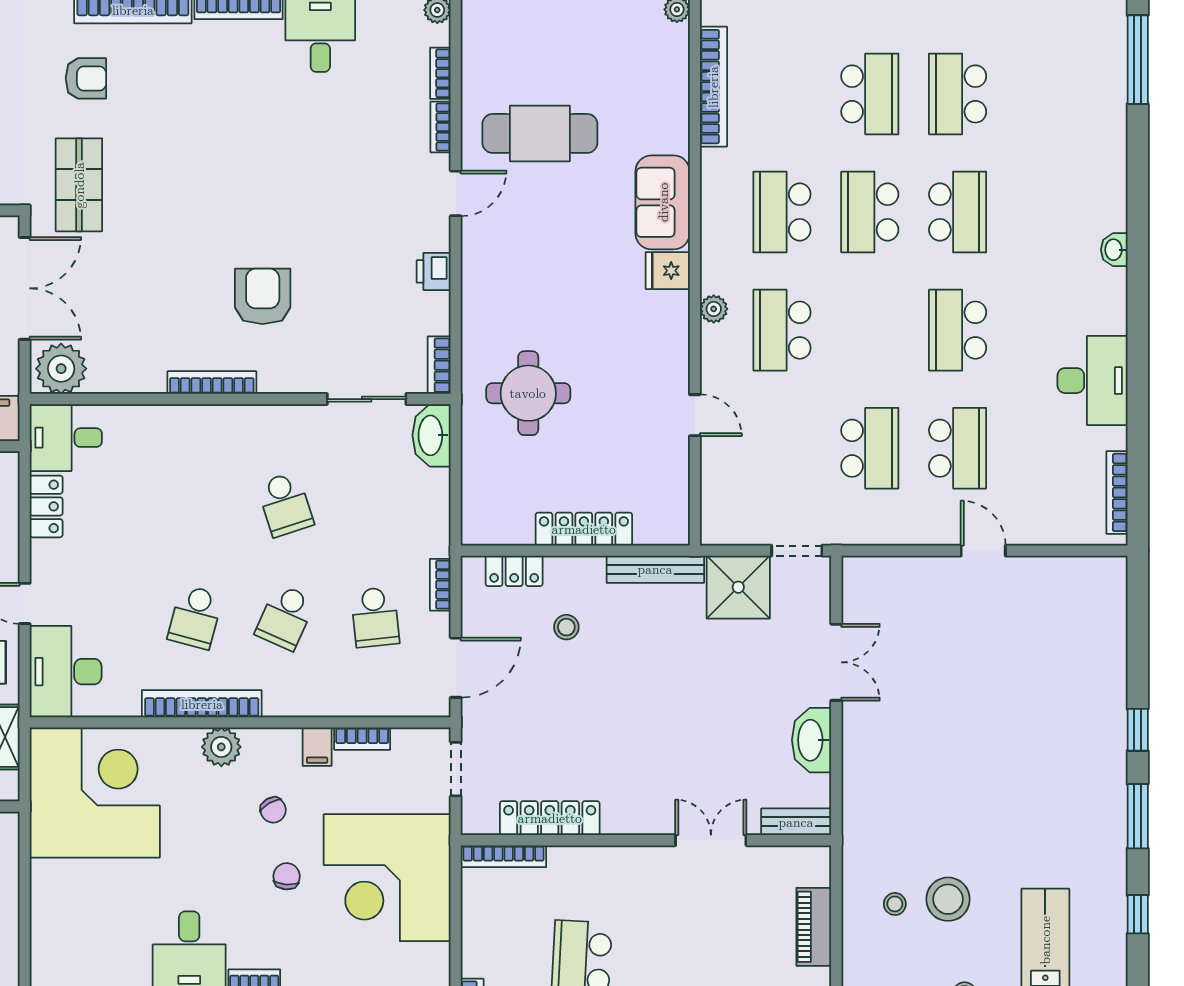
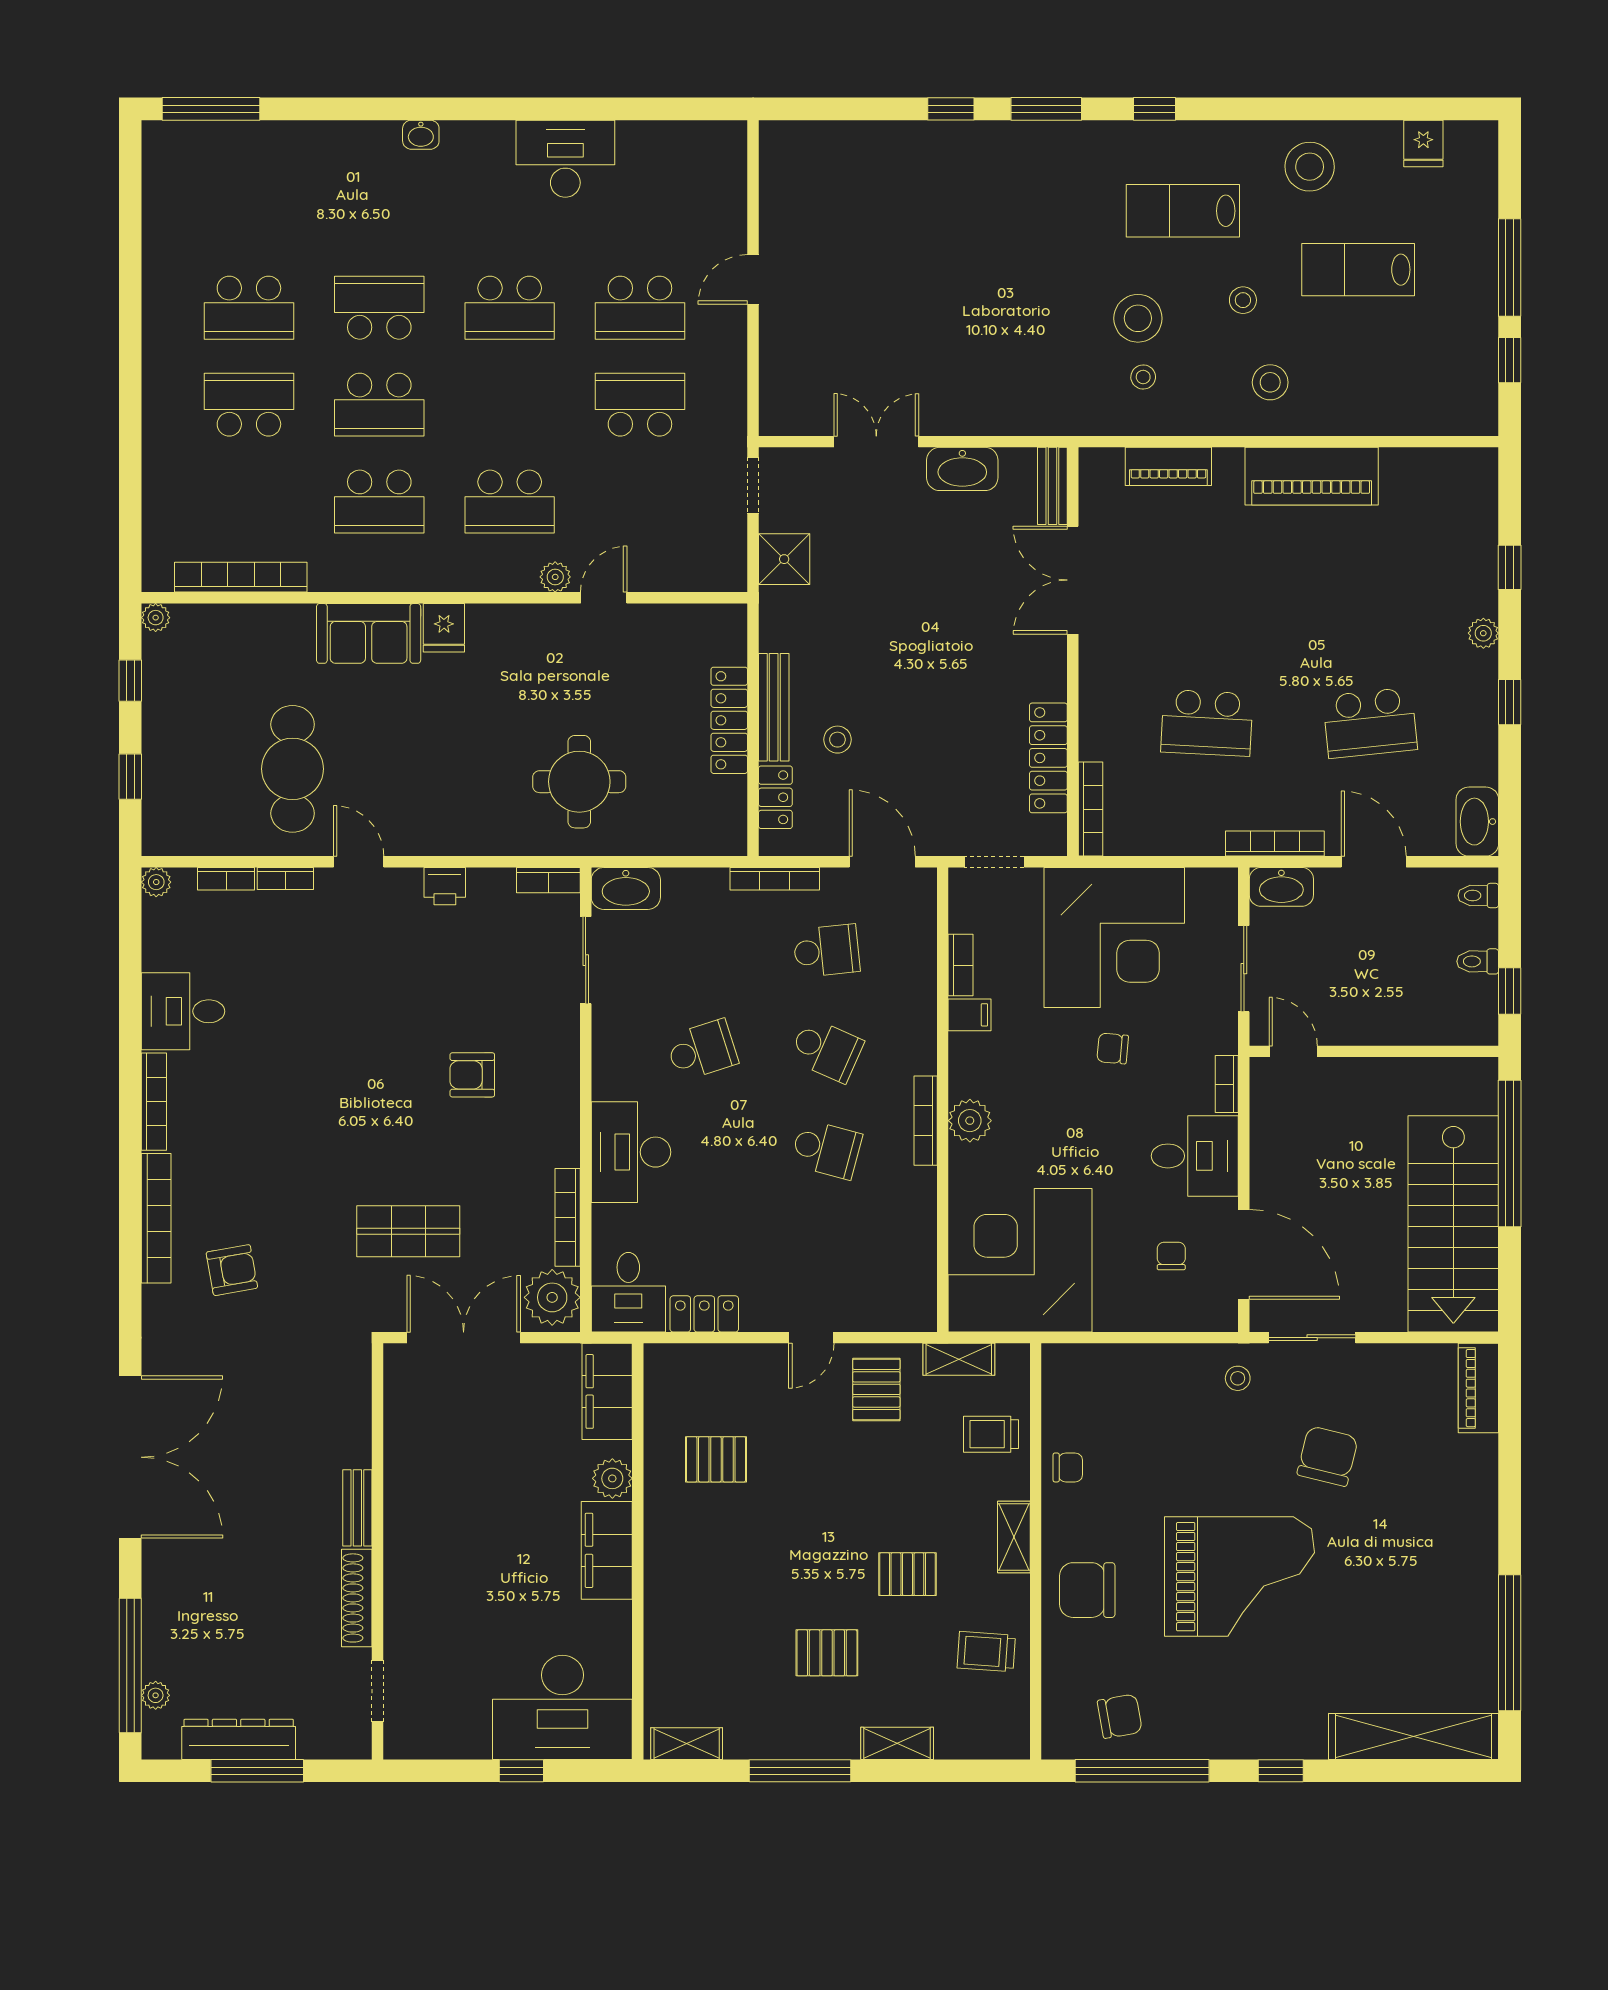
armchair: (86, 78) -> (232, 1270), turned 80
shop shelf: (79, 185) -> (408, 1231), moved
armchair: (263, 296) -> (472, 1075), width x0.72, depth x0.72
plant: (714, 309) -> (555, 577), moved
bookcase: (212, 383) -> (568, 1217), moved
school desk: (958, 448) -> (640, 308), turned 180
bookcase: (1117, 492) -> (689, 132), removed
bench: (655, 569) -> (774, 707), moved
bookcase: (440, 585) -> (775, 879), width x1.56
shower: (738, 587) -> (784, 559), width x0.73, depth x0.73
desk: (66, 672) -> (631, 1152), moved, turned 90
bookcase: (202, 704) -> (926, 1121), width x0.68, depth x0.76
chair: (273, 810) -> (1171, 1256), moved, turned -60
double door: (711, 840) -> (1073, 580), width x1.37

